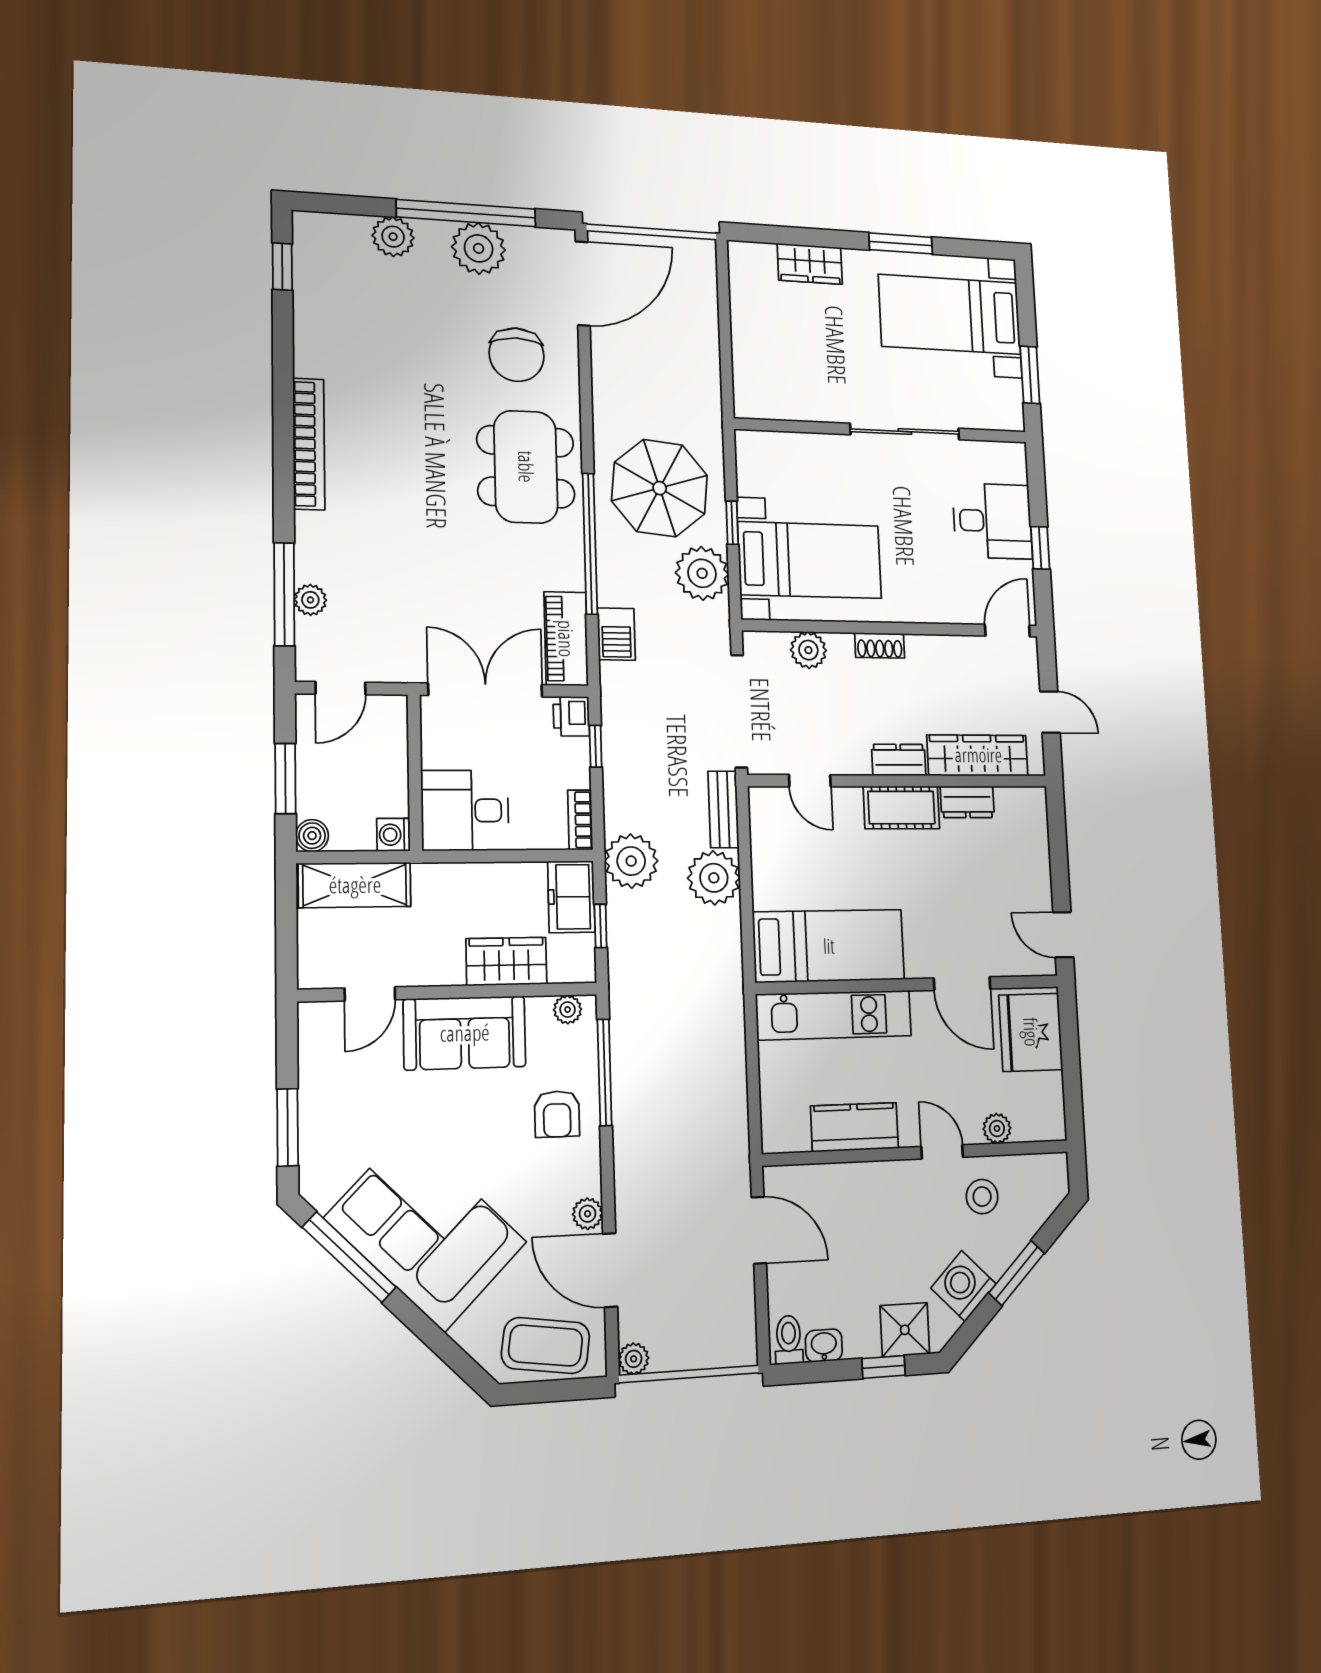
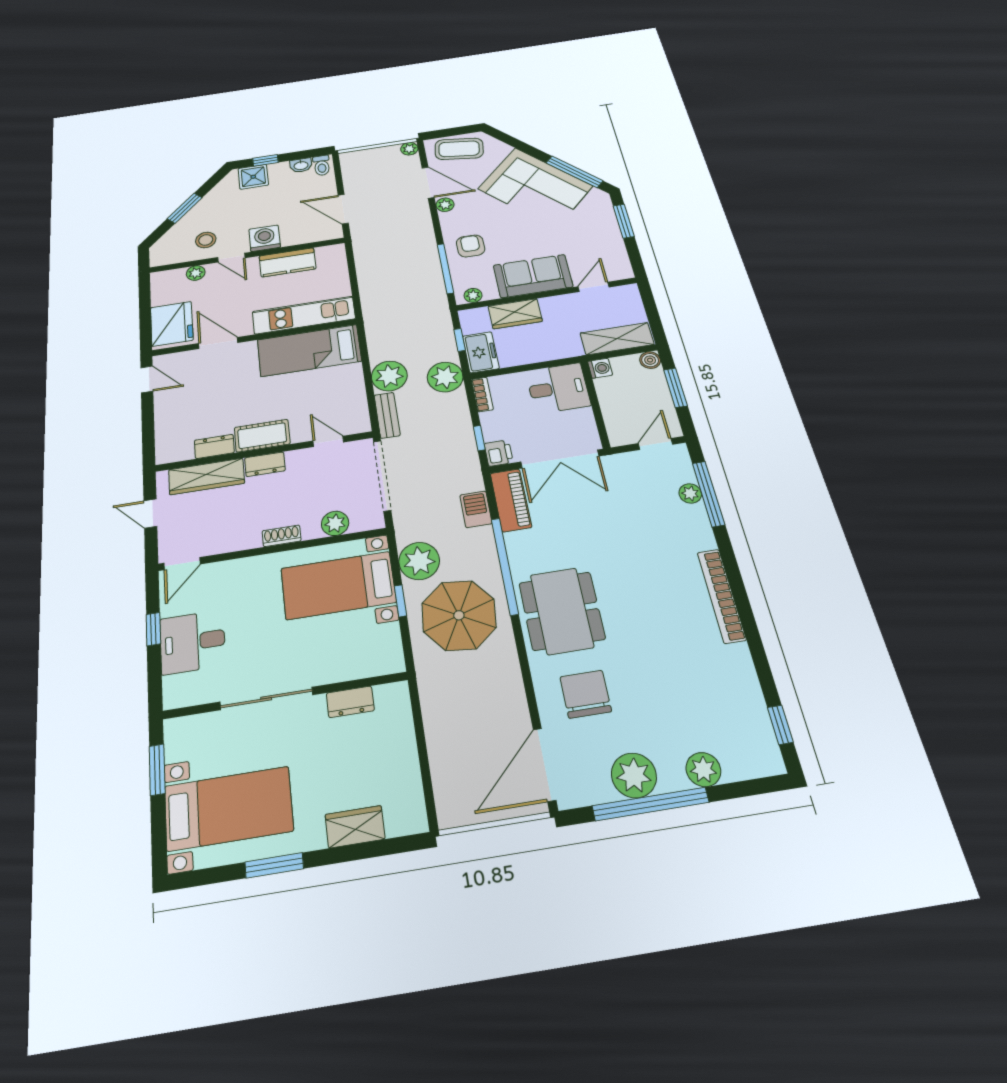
dresser: (805, 406) -> (350, 702), added
washing machine: (963, 1286) -> (265, 238), moved, turned -135

